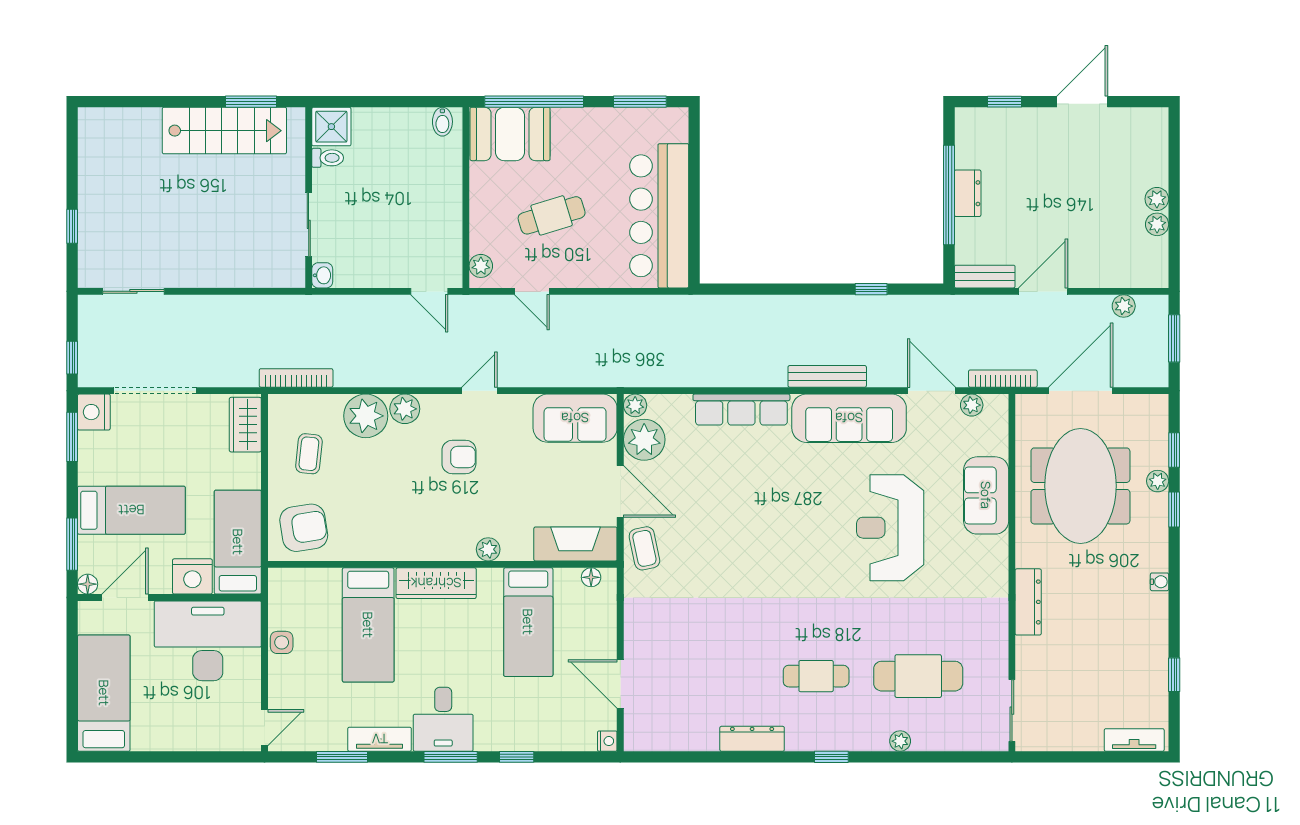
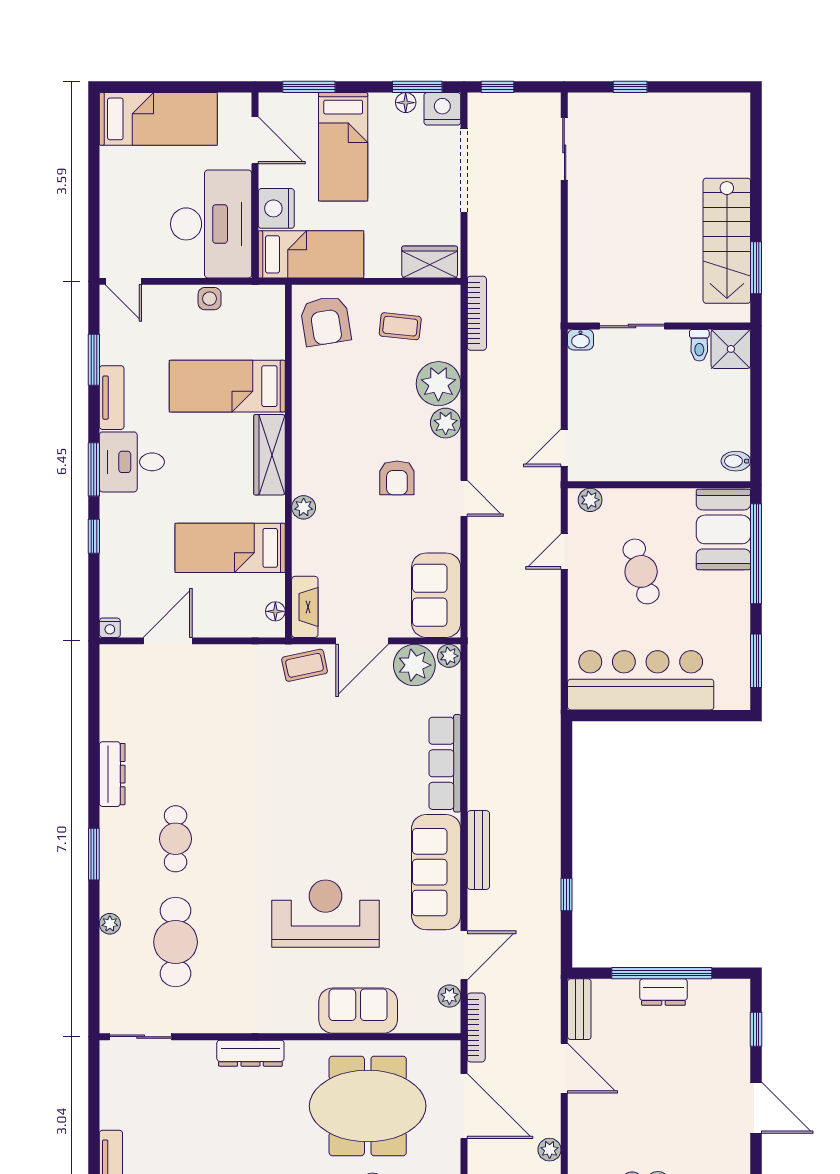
fireplace: (575, 544) -> (305, 607), width x0.73, depth x0.76
floor lamp: (88, 584) -> (406, 103), moved
window: (831, 757) -> (94, 854), width x1.50

